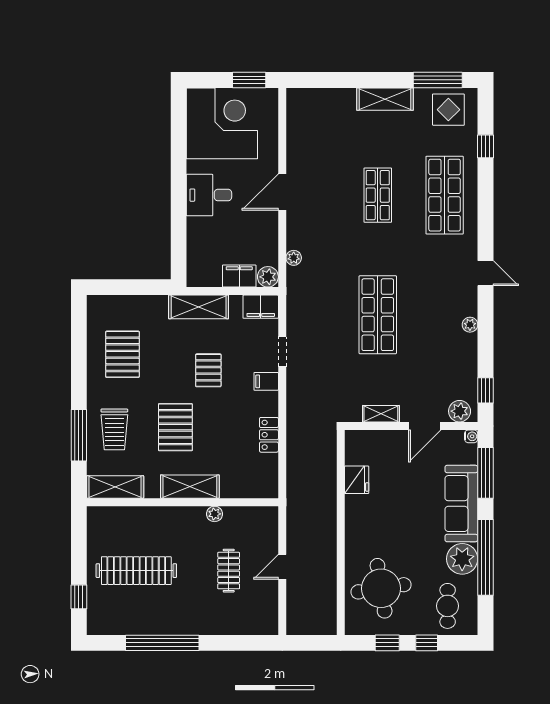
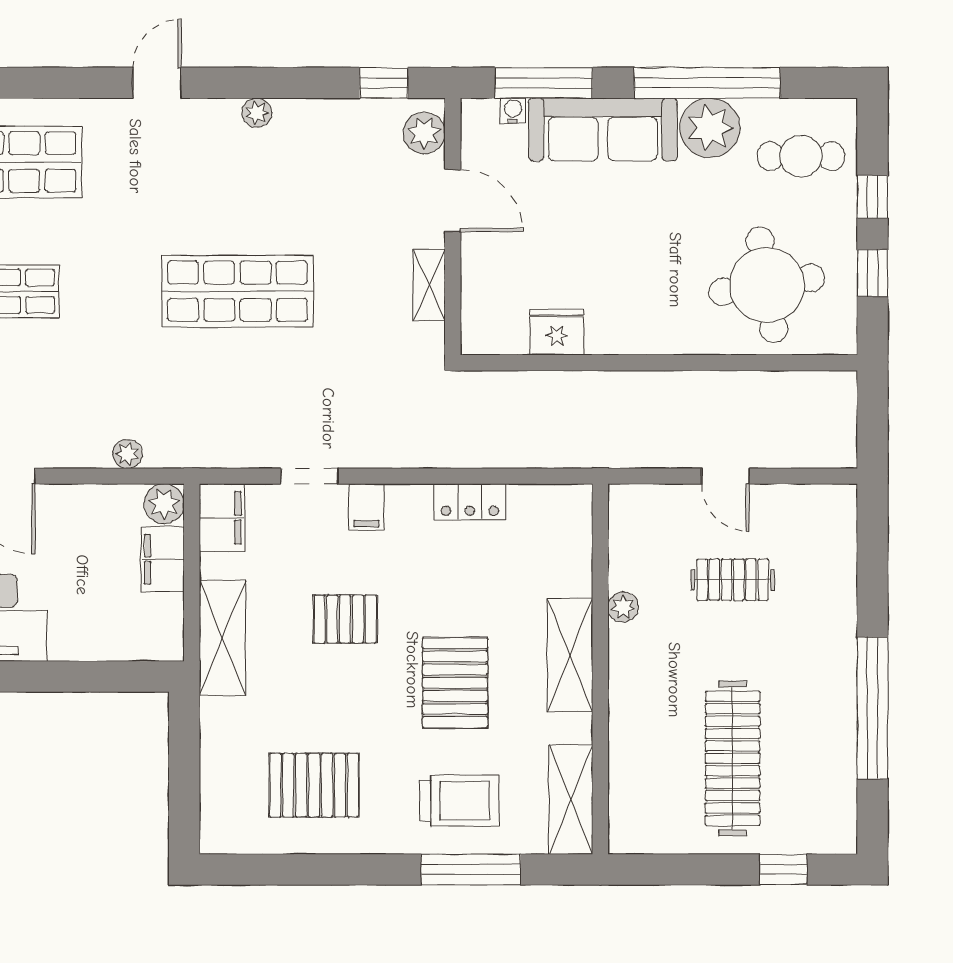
pallet: (175, 427) -> (455, 683), turned 90
water cooler: (471, 436) -> (513, 111), moved

